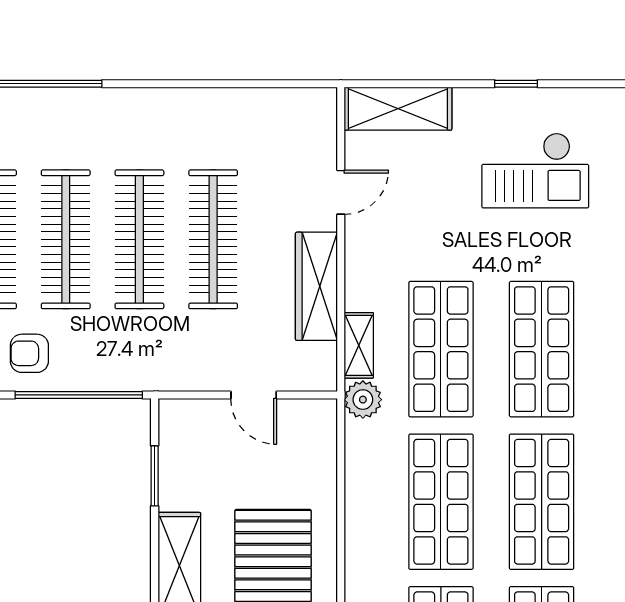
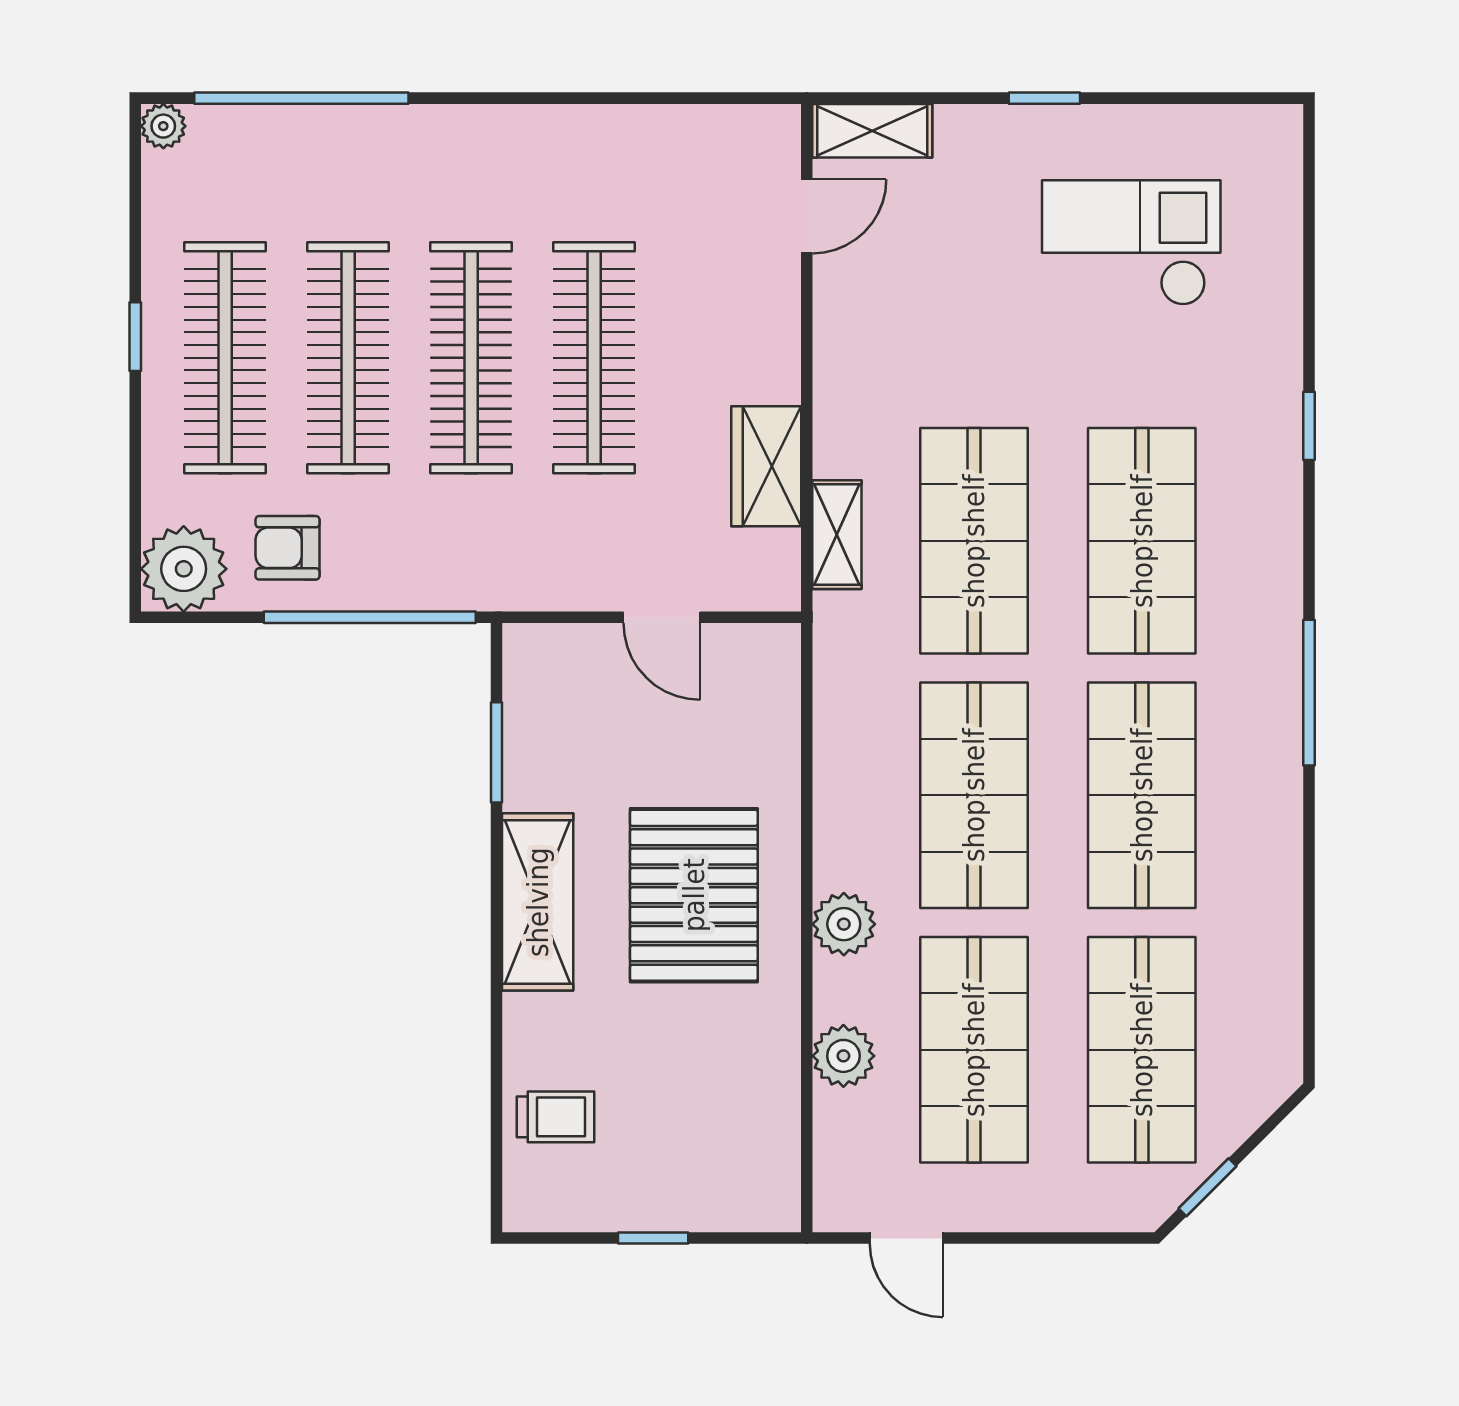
window: (516, 84) -> (1044, 98), moved
shelving: (398, 109) -> (872, 131), width x0.67, depth x0.75
checkout: (535, 170) -> (1131, 243), turned 180
door: (341, 192) -> (807, 216), moved
wardrobe: (316, 286) -> (766, 466), width x0.67
plant: (363, 400) -> (844, 924), moved

